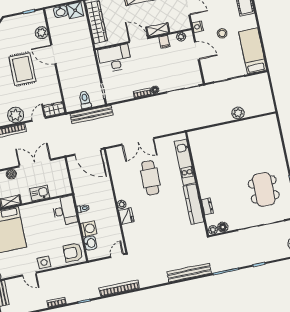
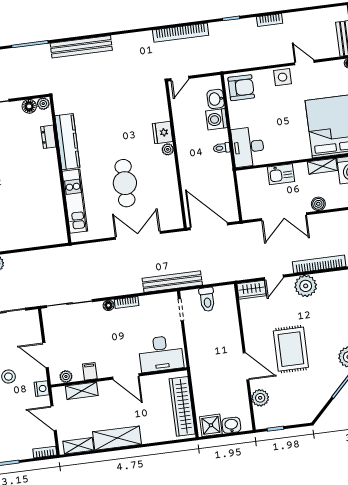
shelving: (158, 30) -> (82, 391), moved
bench: (92, 115) -> (172, 282), moved

